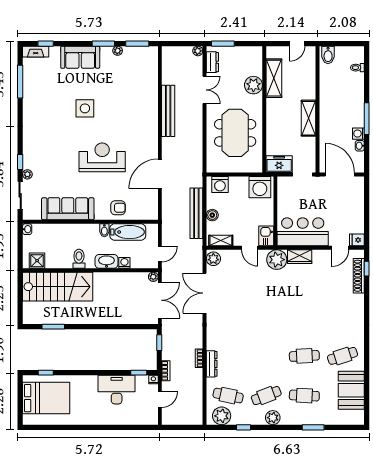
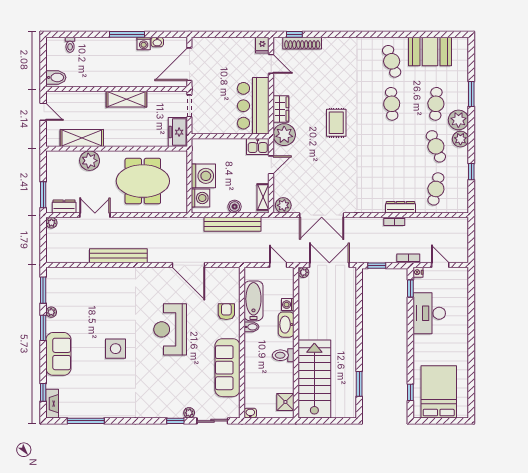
washing machine: (260, 187) -> (203, 176), moved
rug: (287, 306) -> (336, 123), added
plant: (222, 416) -> (458, 120), moved

